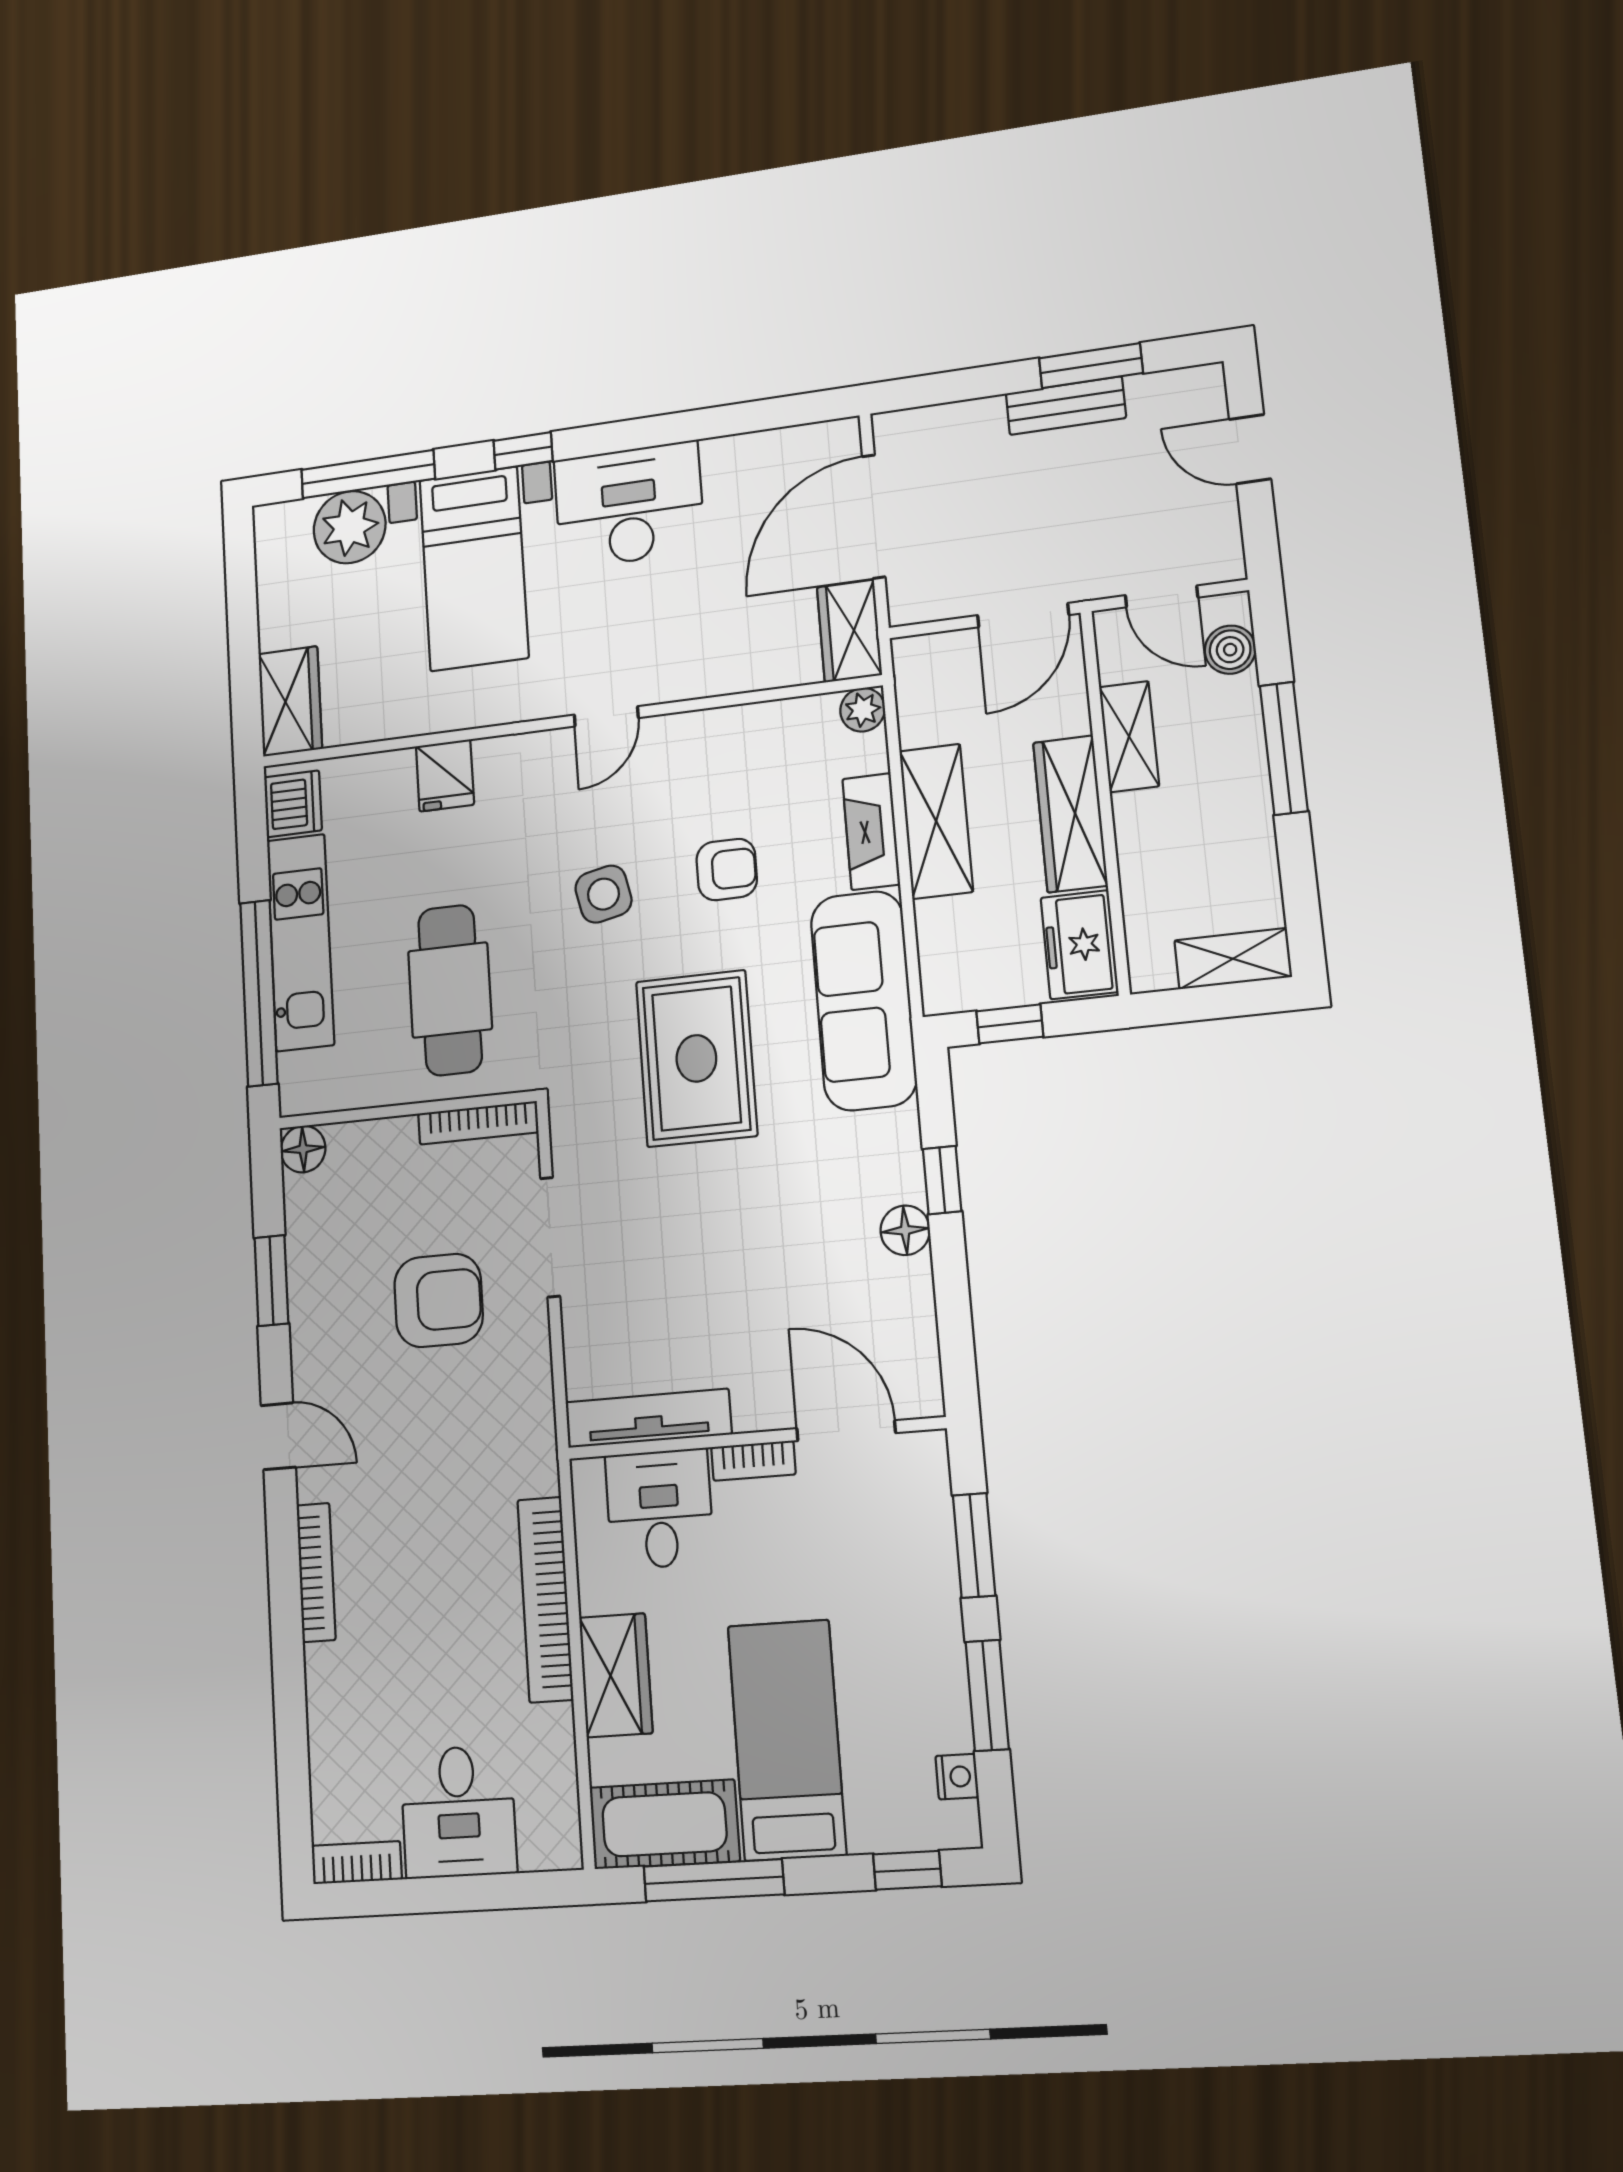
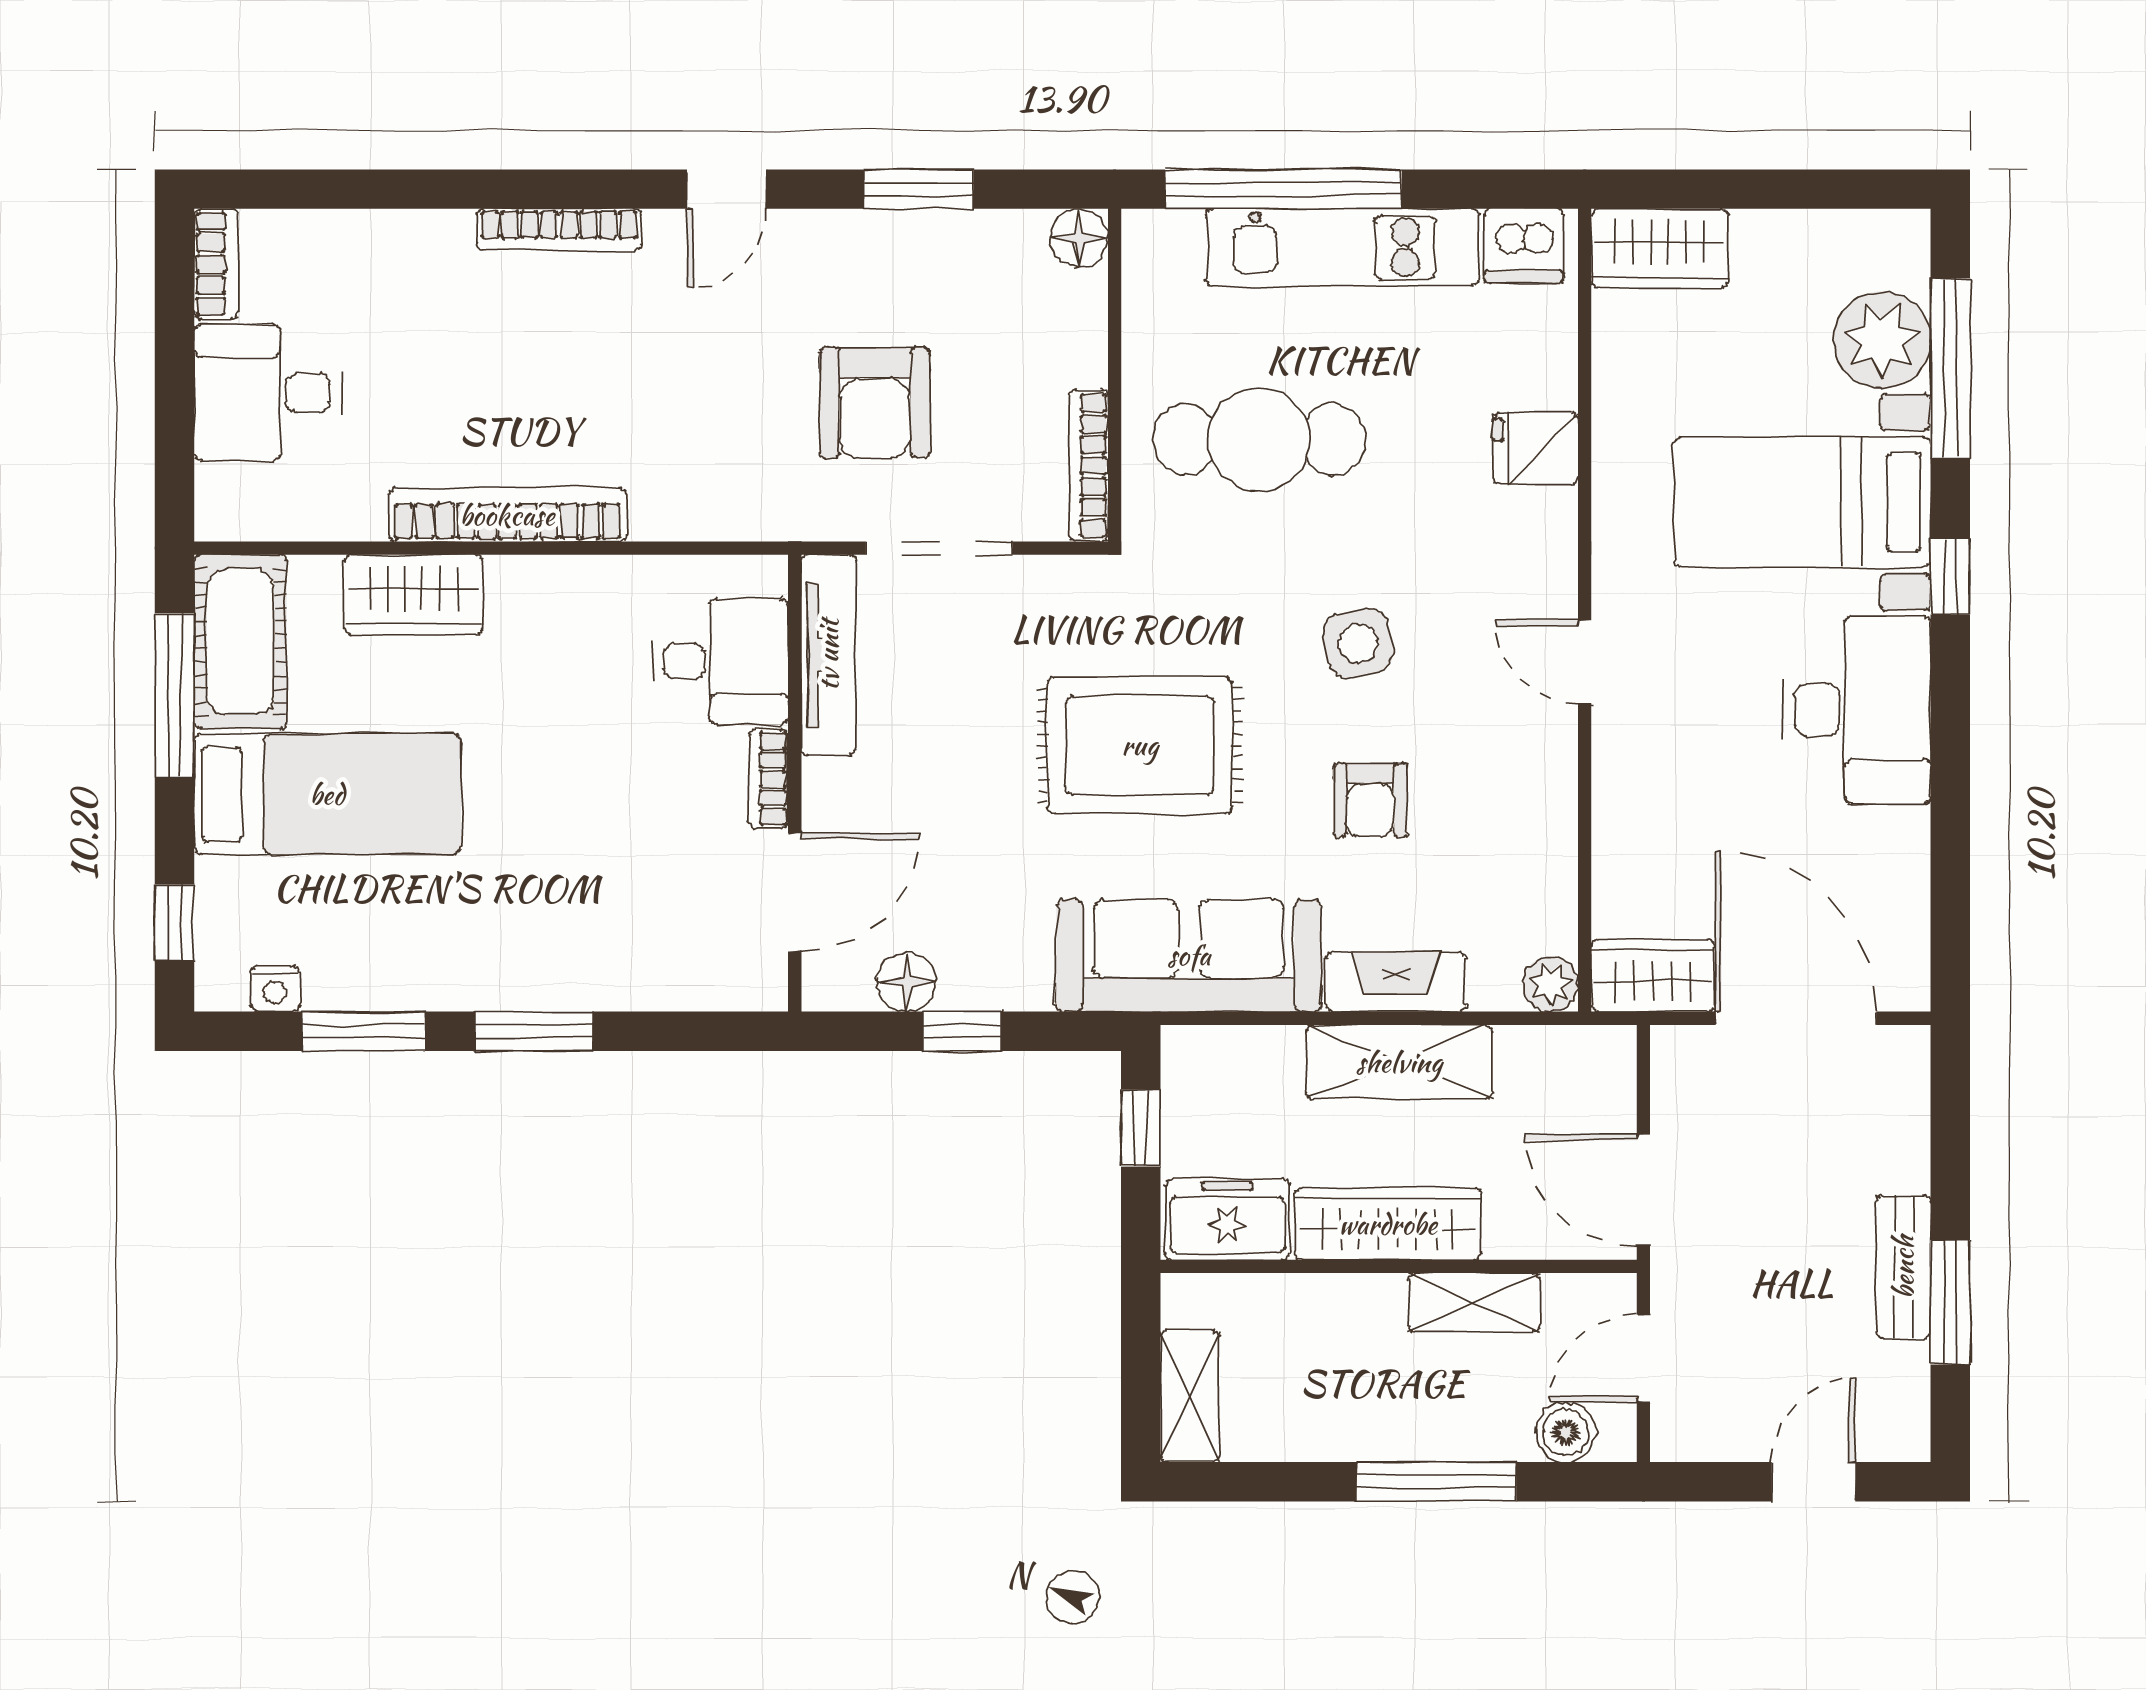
tv unit: (648, 1418) -> (828, 655), moved
door: (846, 1431) -> (795, 892), moved
wall: (755, 1438) -> (795, 783), moved
bookcase: (753, 1461) -> (768, 779), moved
desk: (659, 1509) -> (721, 661), moved

